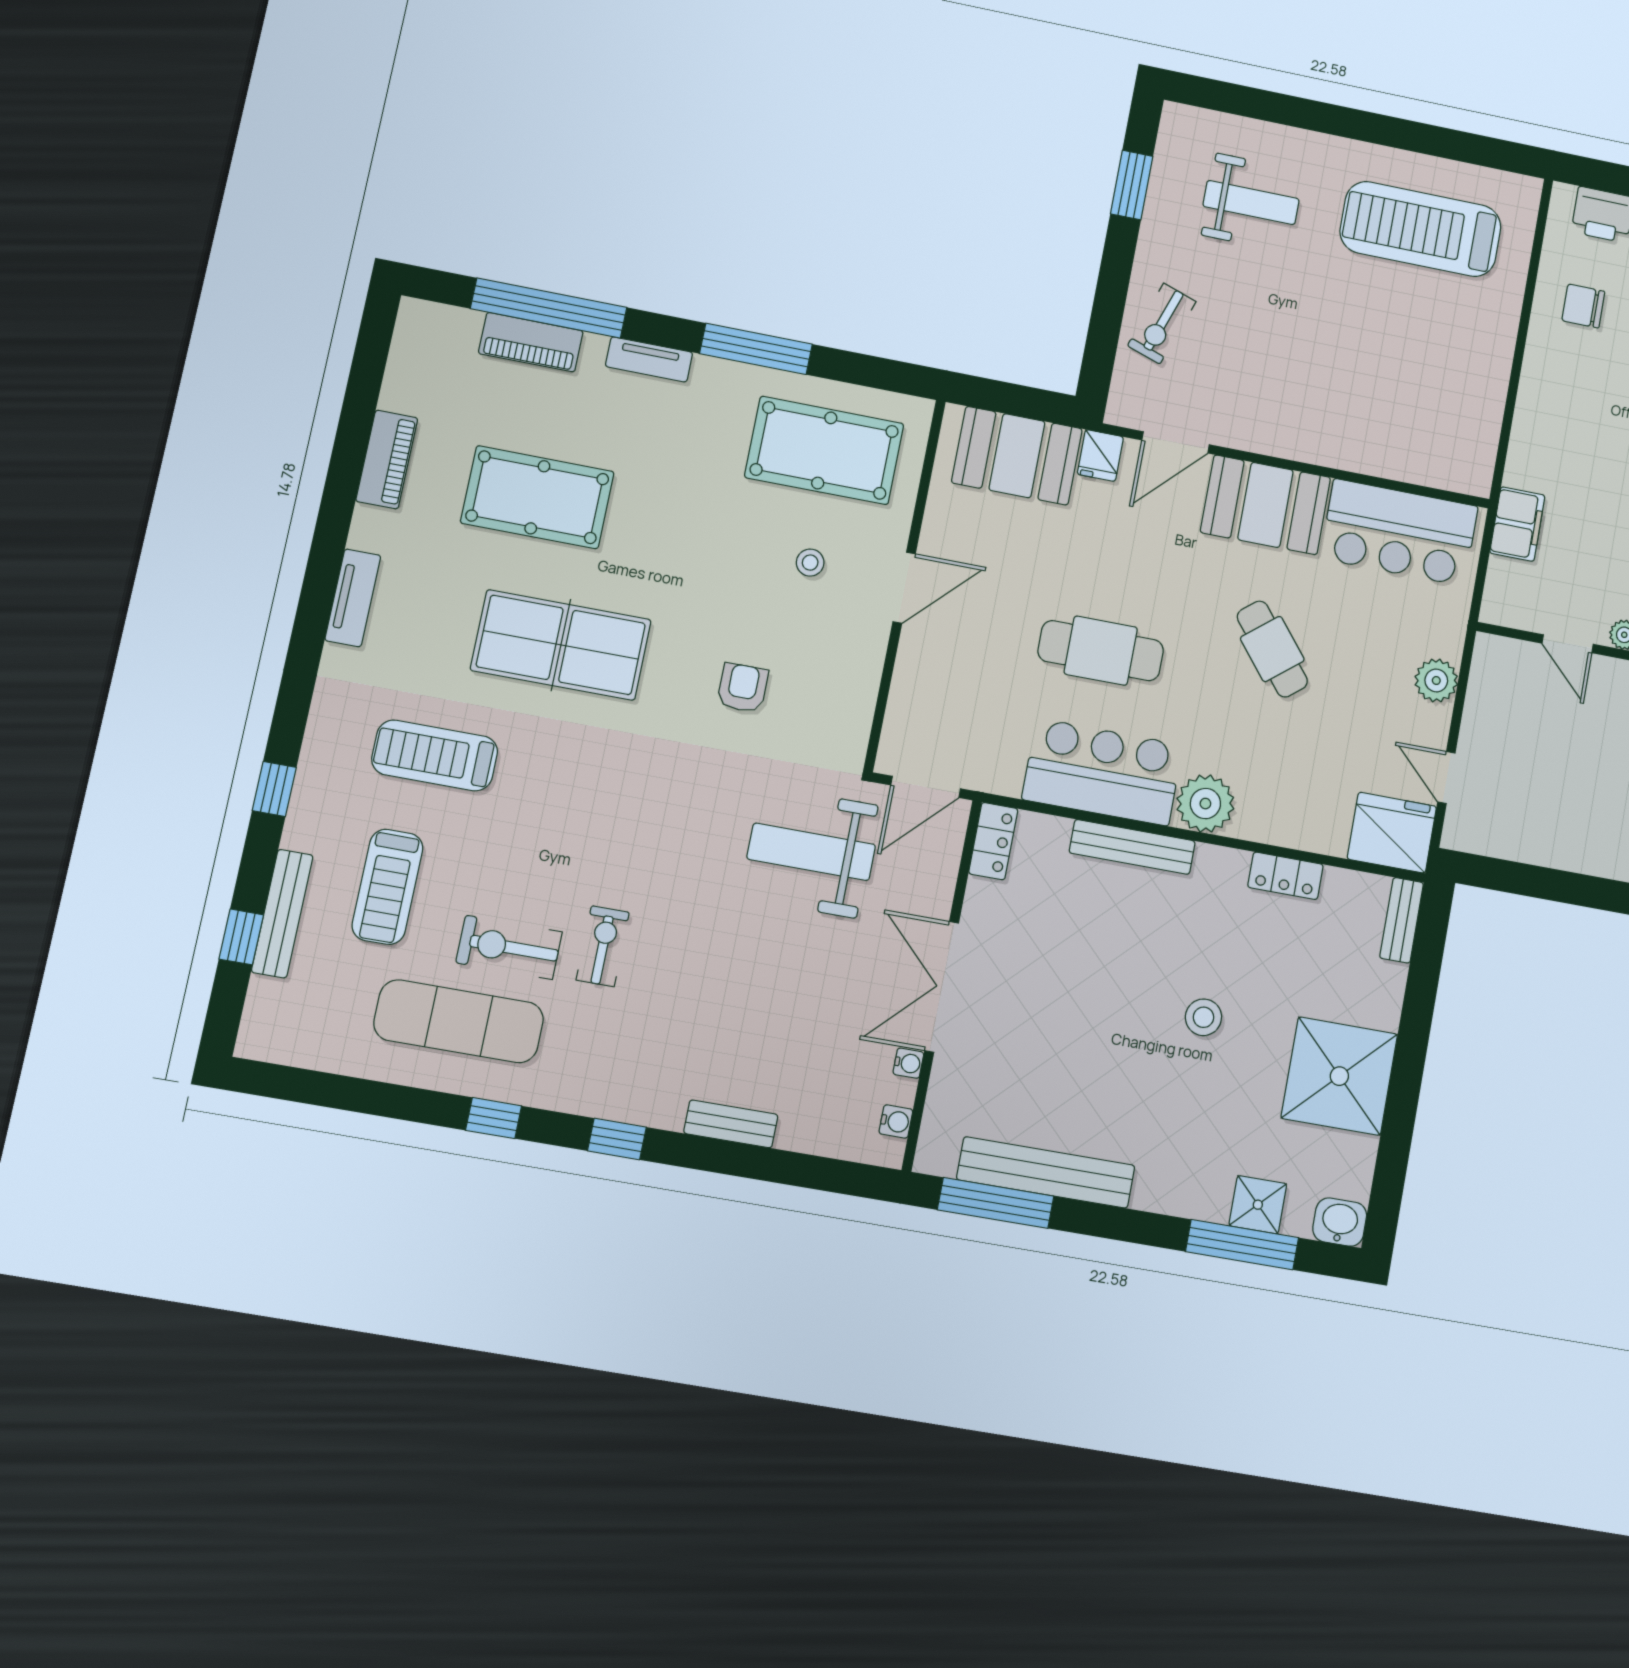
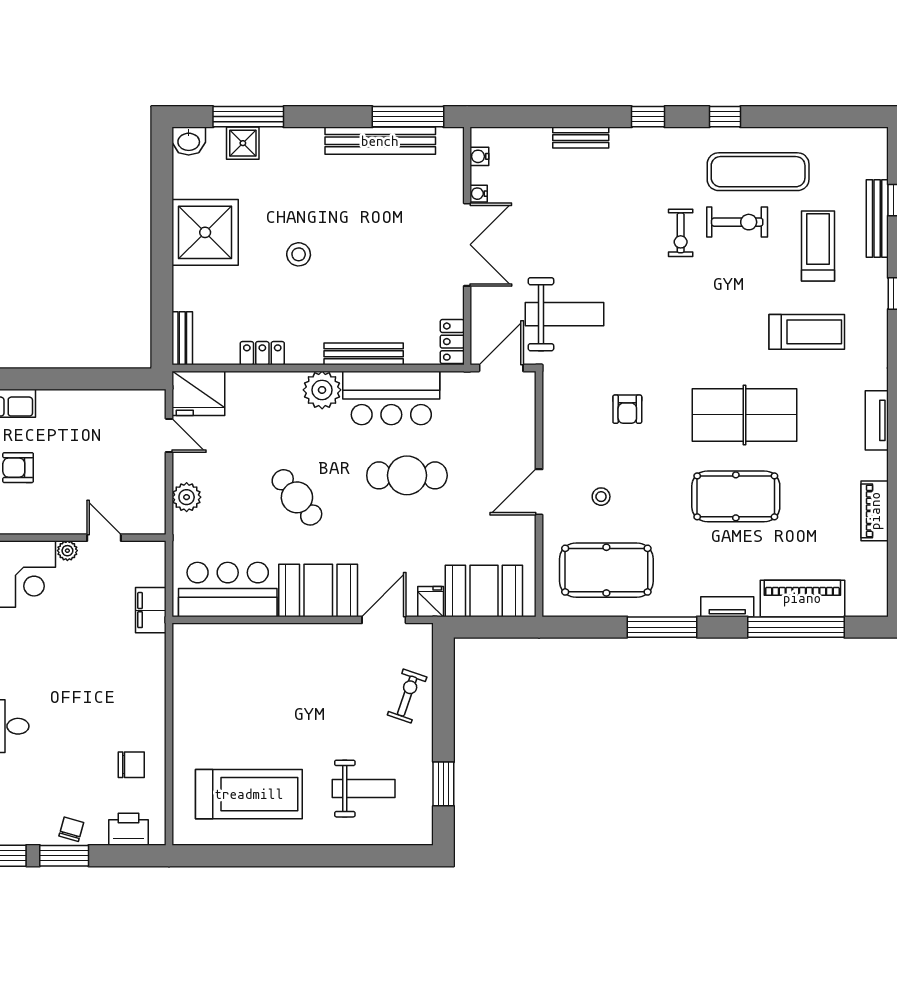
weight bench: (1251, 203) -> (364, 789), turned 180
piano: (531, 342) -> (802, 598), width x1.37, depth x1.33
pool table: (537, 497) -> (736, 496), moved

